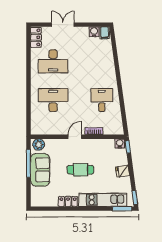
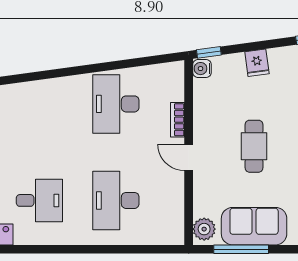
desk: (53, 61) -> (39, 200), width x0.73
desk: (102, 100) -> (116, 104), width x1.37

